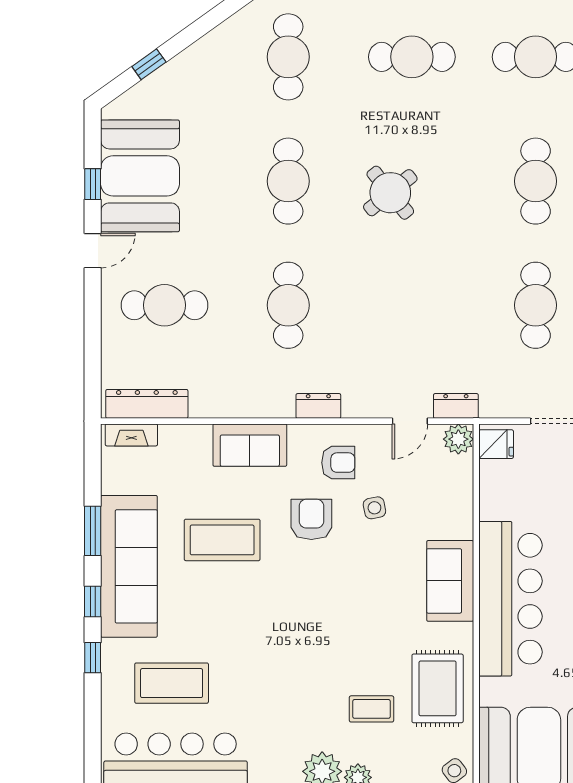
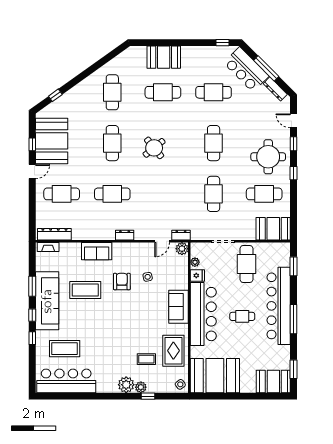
cafe table: (288, 305) -> (112, 194), turned 90
fridge: (496, 444) -> (197, 276), moved
armchair: (338, 463) -> (133, 258), removed
plant: (490, 472) -> (195, 262), added

